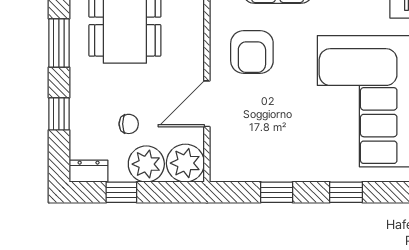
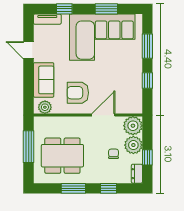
armchair: (252, 52) -> (78, 93), turned 180
door: (207, 104) -> (103, 115), swing flipped
window: (346, 192) -> (147, 46), width x1.50

